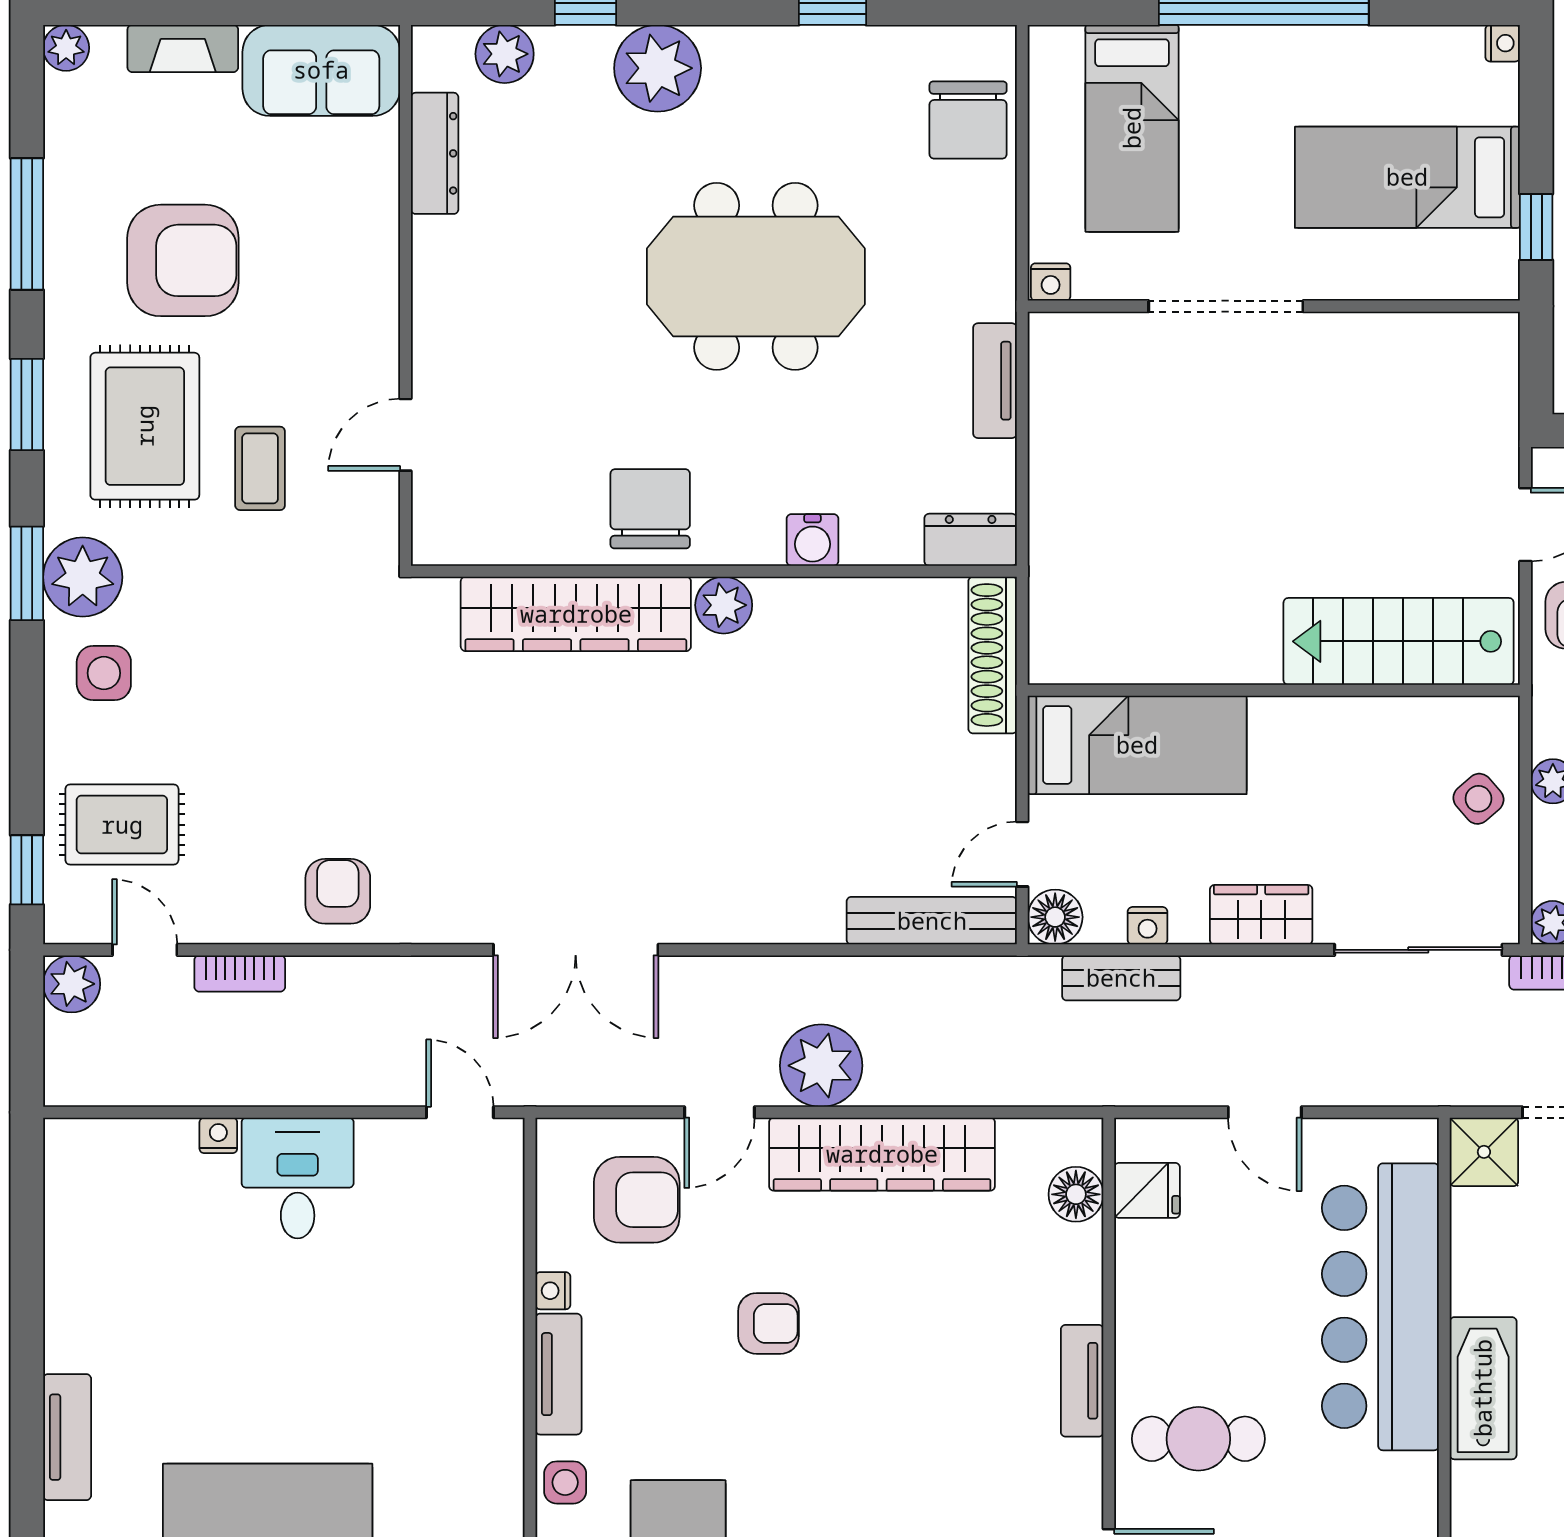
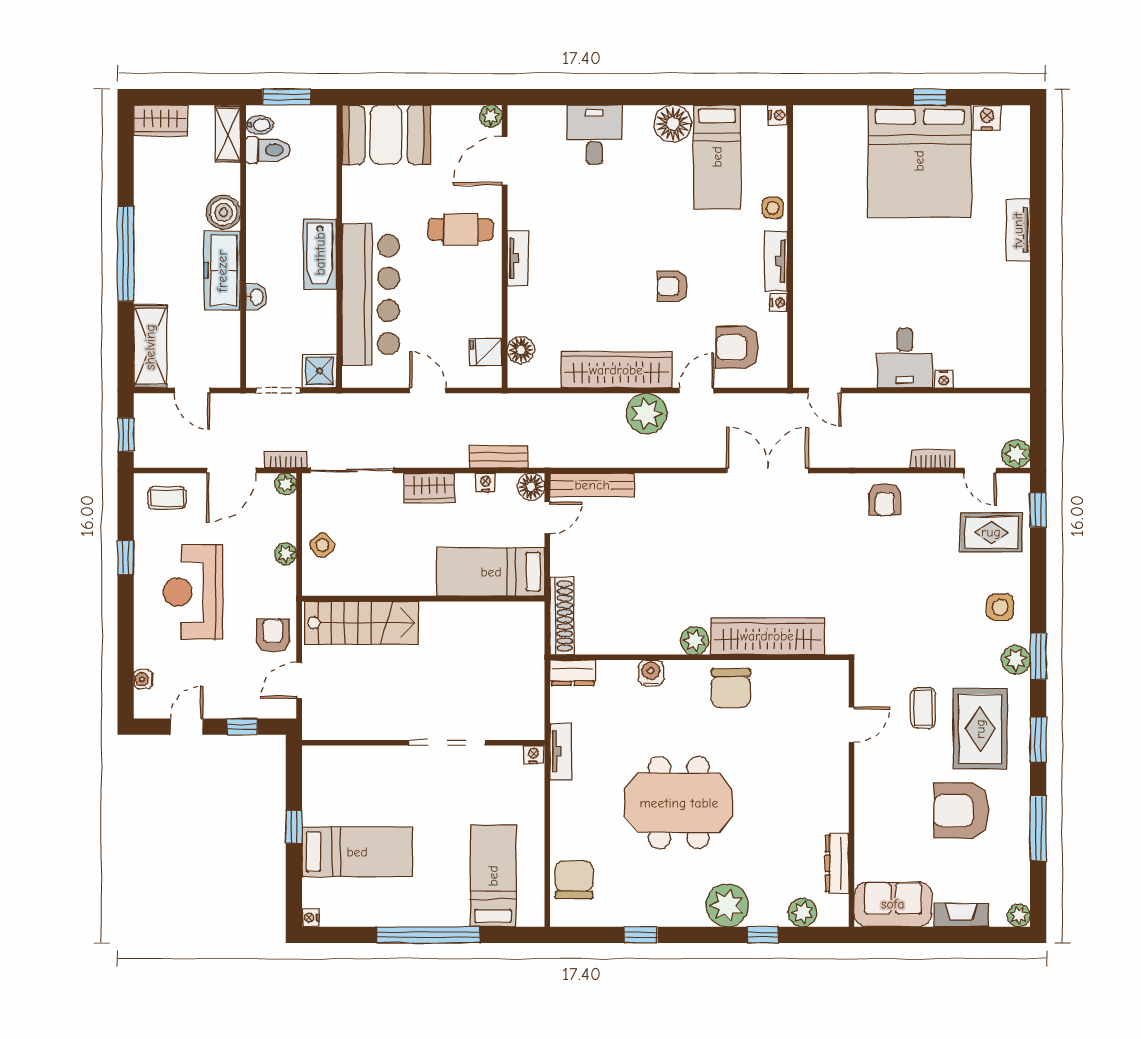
nightstand: (1051, 282) -> (533, 755), moved
doorway: (1226, 306) -> (447, 743), moved
wall: (1274, 306) -> (423, 743), moved
plant: (83, 577) -> (1016, 660), width x0.73, depth x0.73

